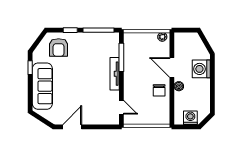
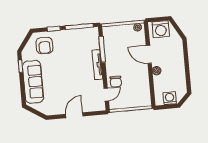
washing machine: (201, 69) -> (161, 29), moved, turned -90
chair: (159, 90) -> (116, 82), moved
door: (121, 107) -> (106, 94), hinge flipped
door: (72, 127) -> (74, 115), moved

